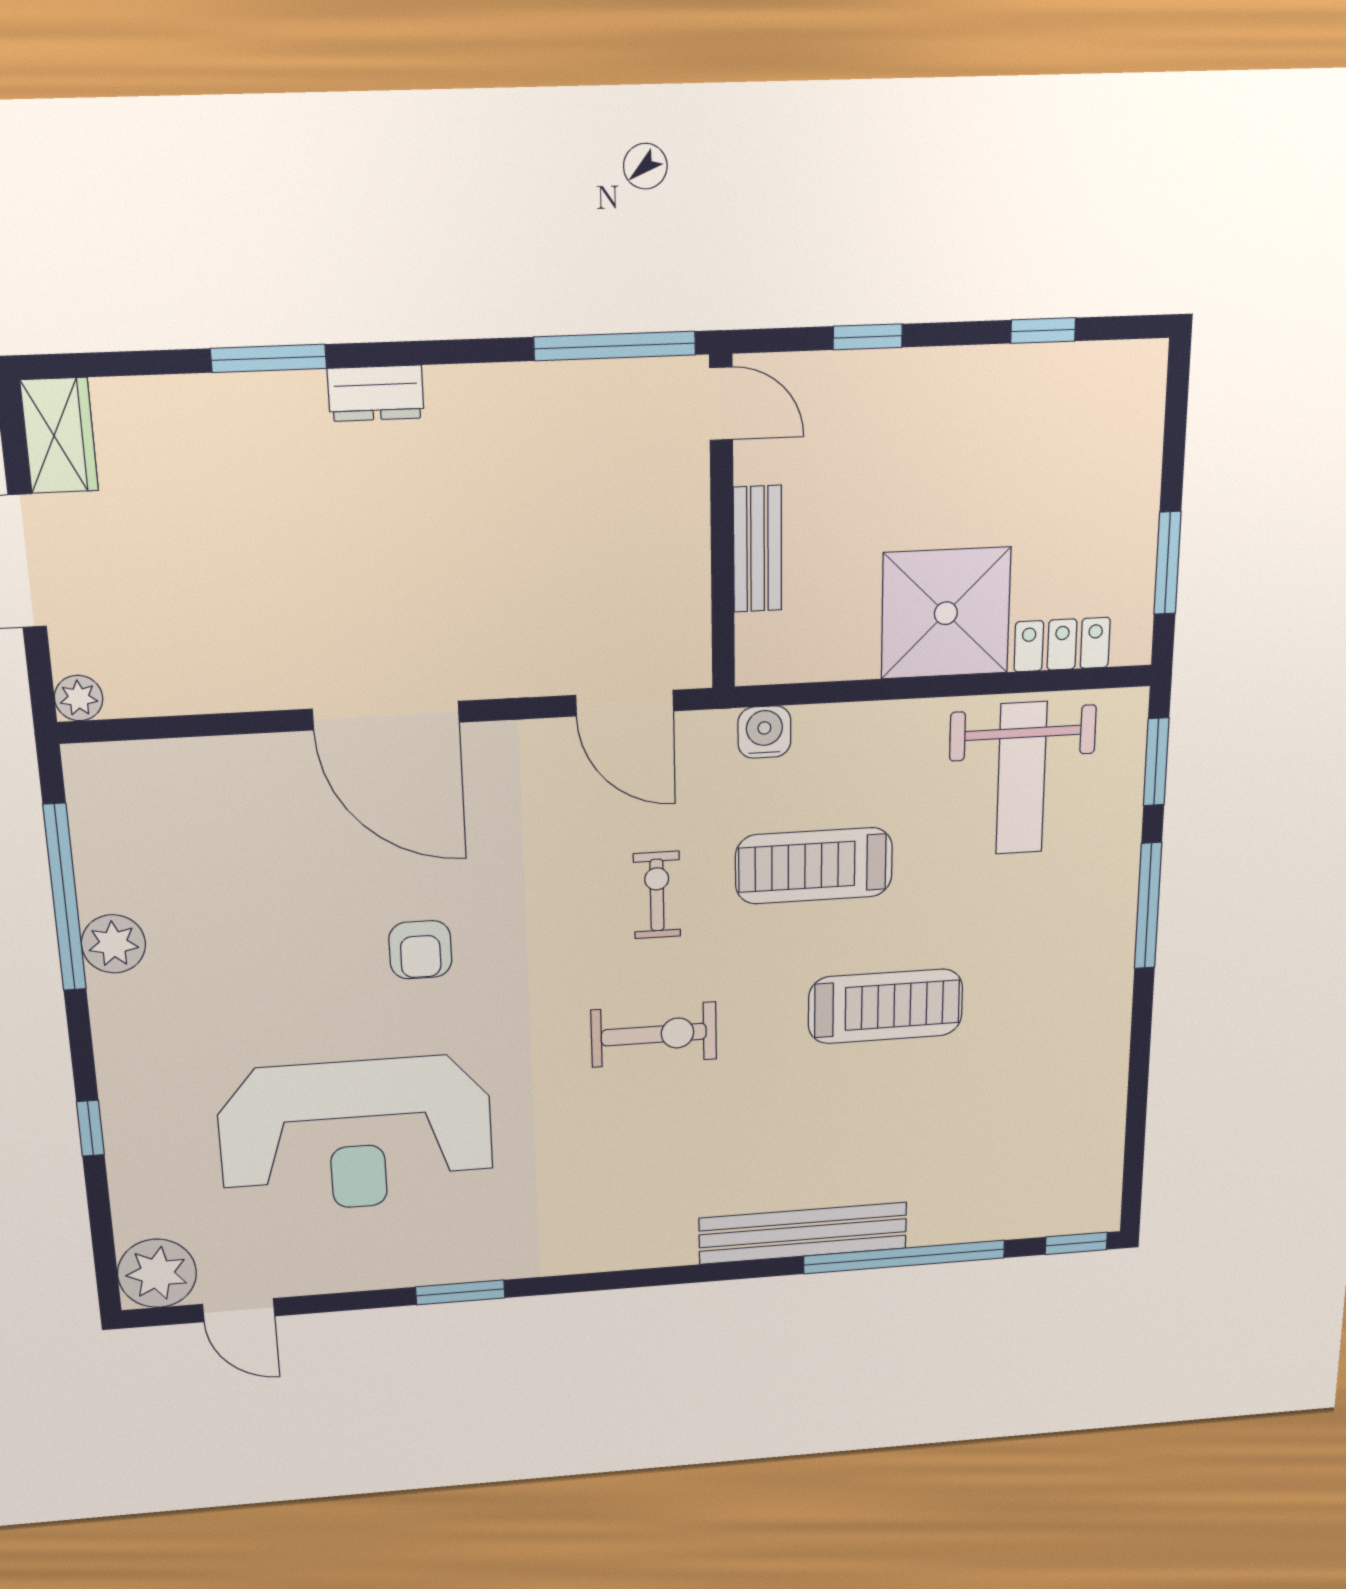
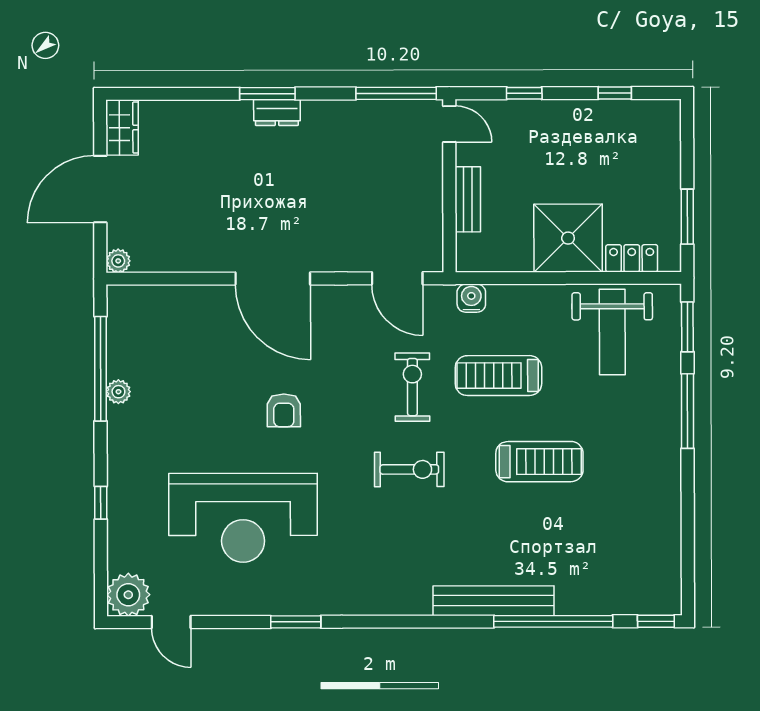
window: (269, 358) -> (267, 94), moved
exercise bike: (657, 895) -> (412, 387), width x1.38, depth x1.39
plant: (113, 944) -> (118, 392), width x0.73, depth x0.73

